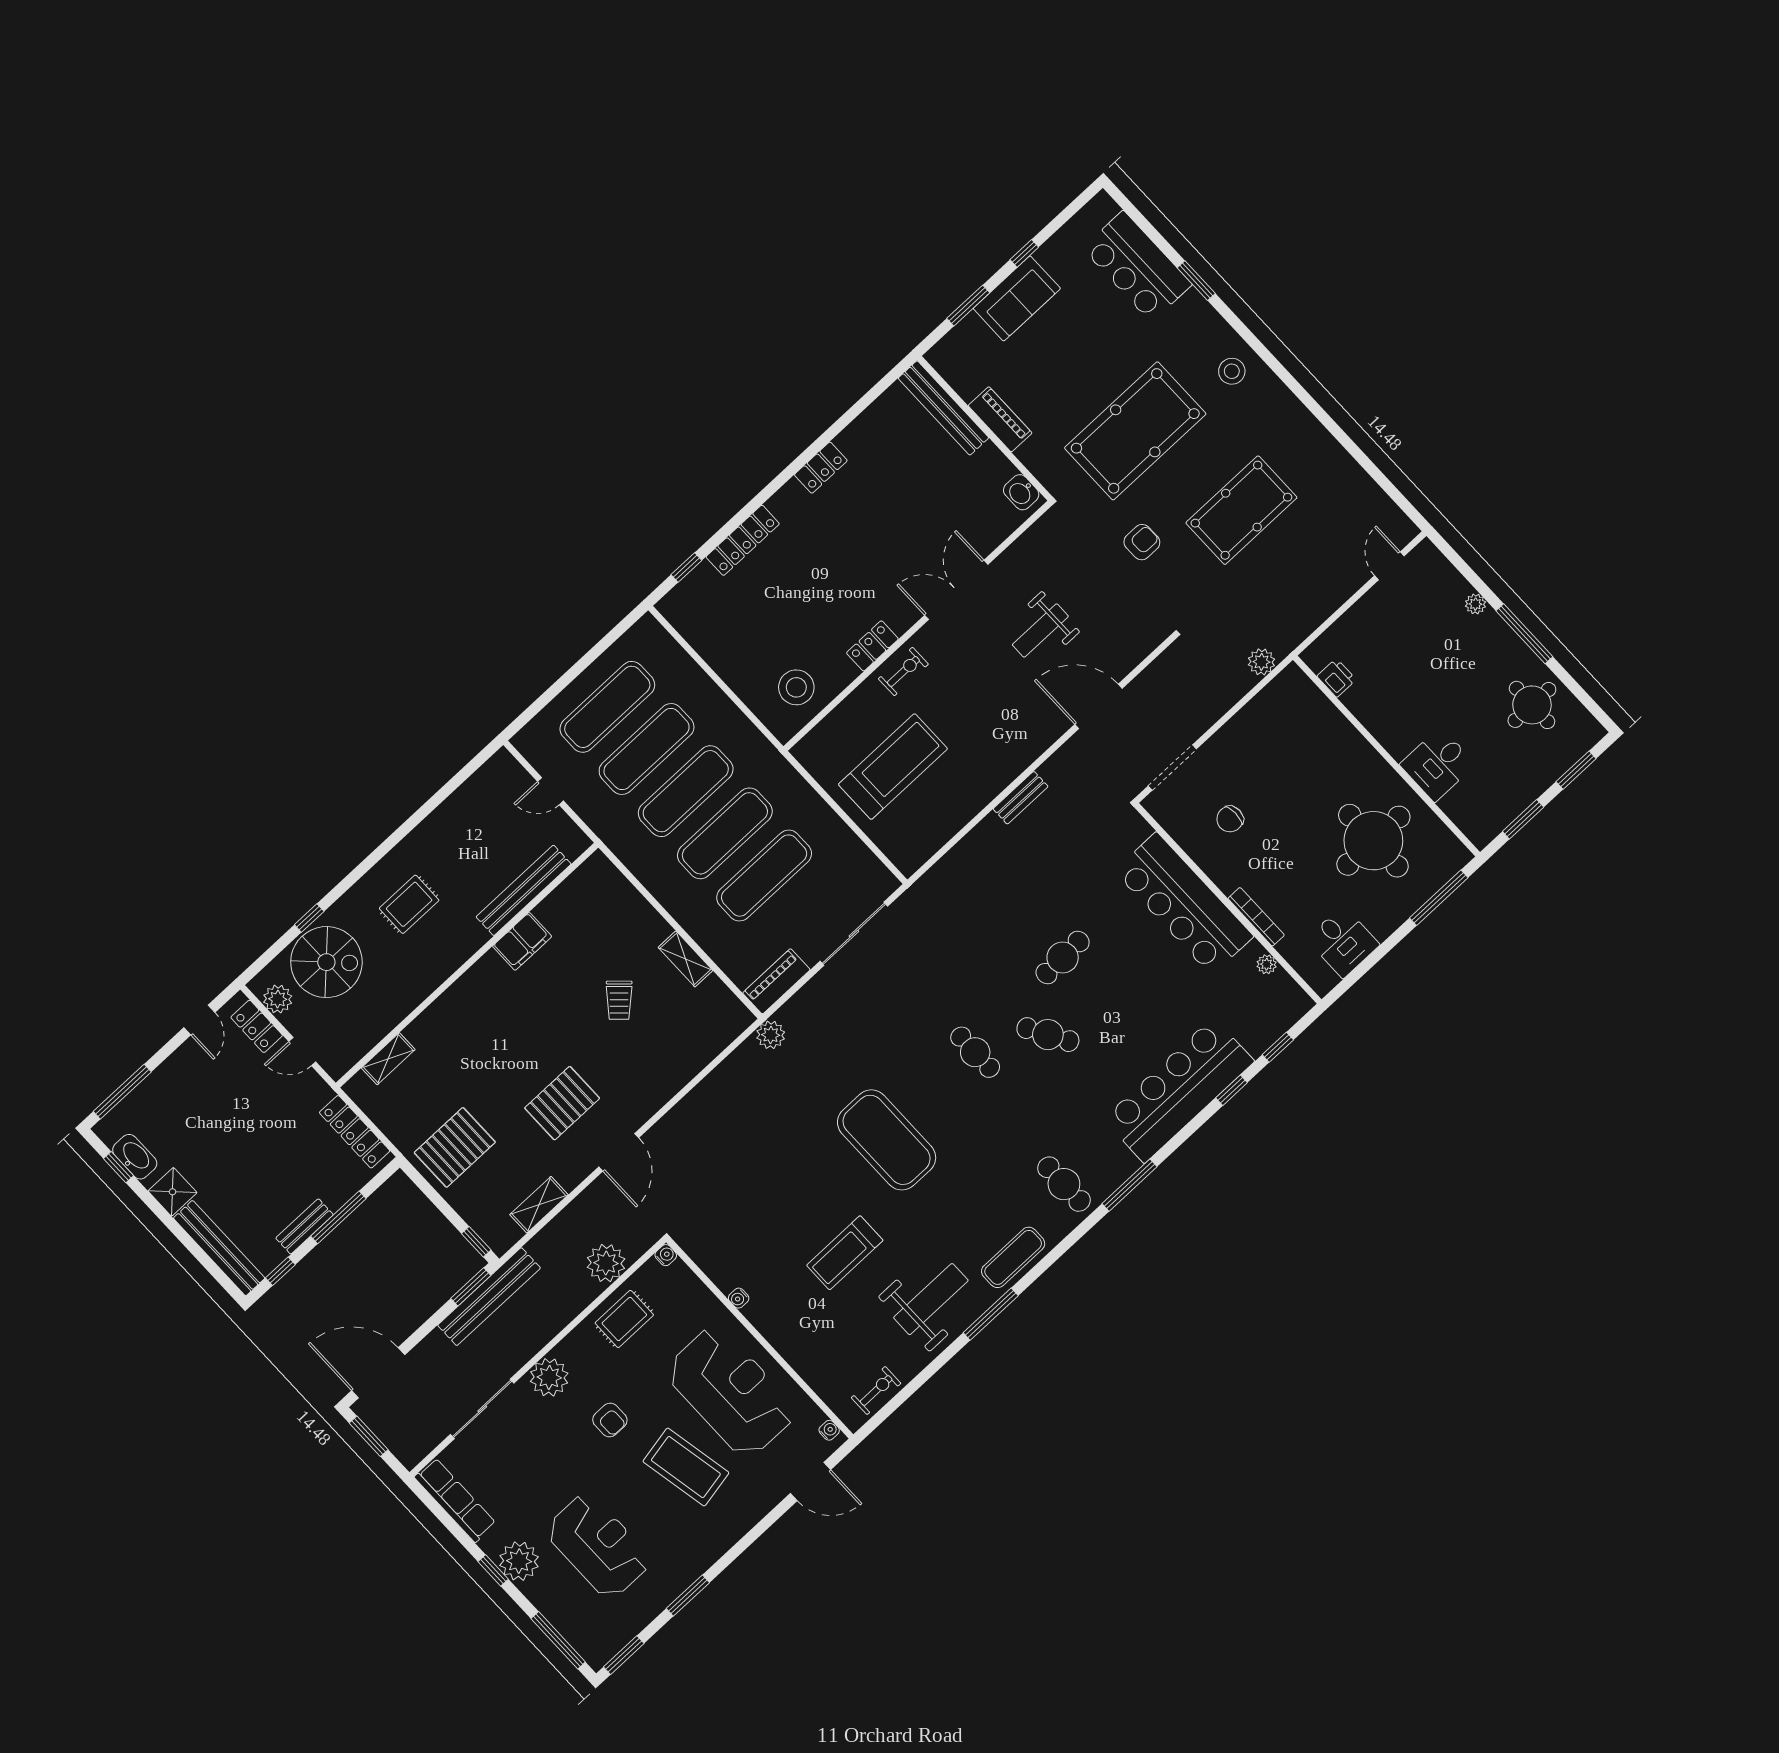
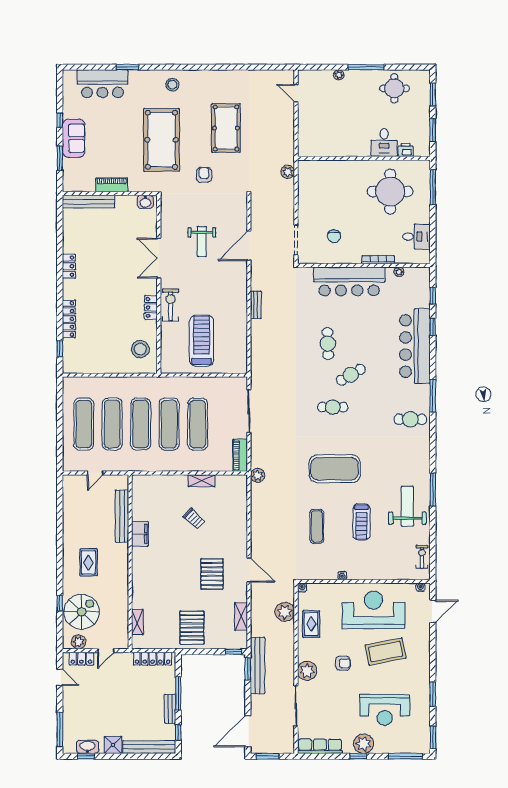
exercise bike: (903, 671) -> (171, 305), width x1.38, depth x1.39
printer: (1337, 678) -> (406, 150), moved
exercise mat: (1013, 1257) -> (317, 526), moved
reception desk: (598, 1546) -> (385, 710), turned 180

